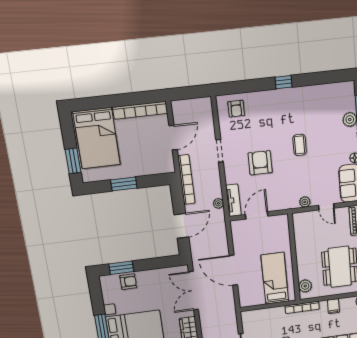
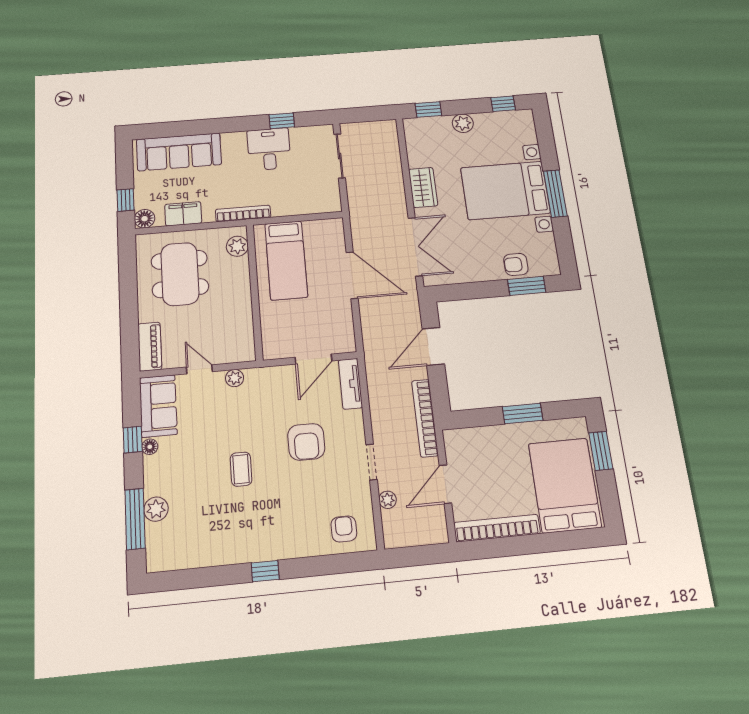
plant: (218, 203) -> (388, 500), moved
filing cabinet: (333, 306) -> (183, 214), width x2.00

